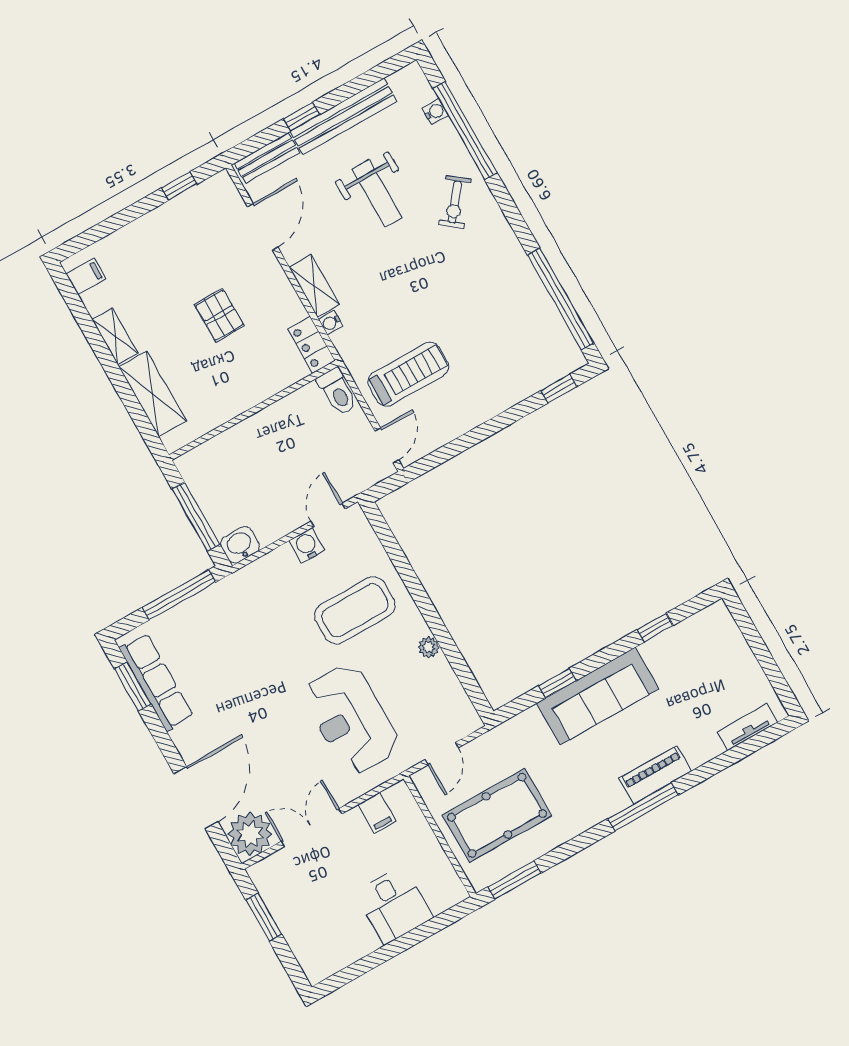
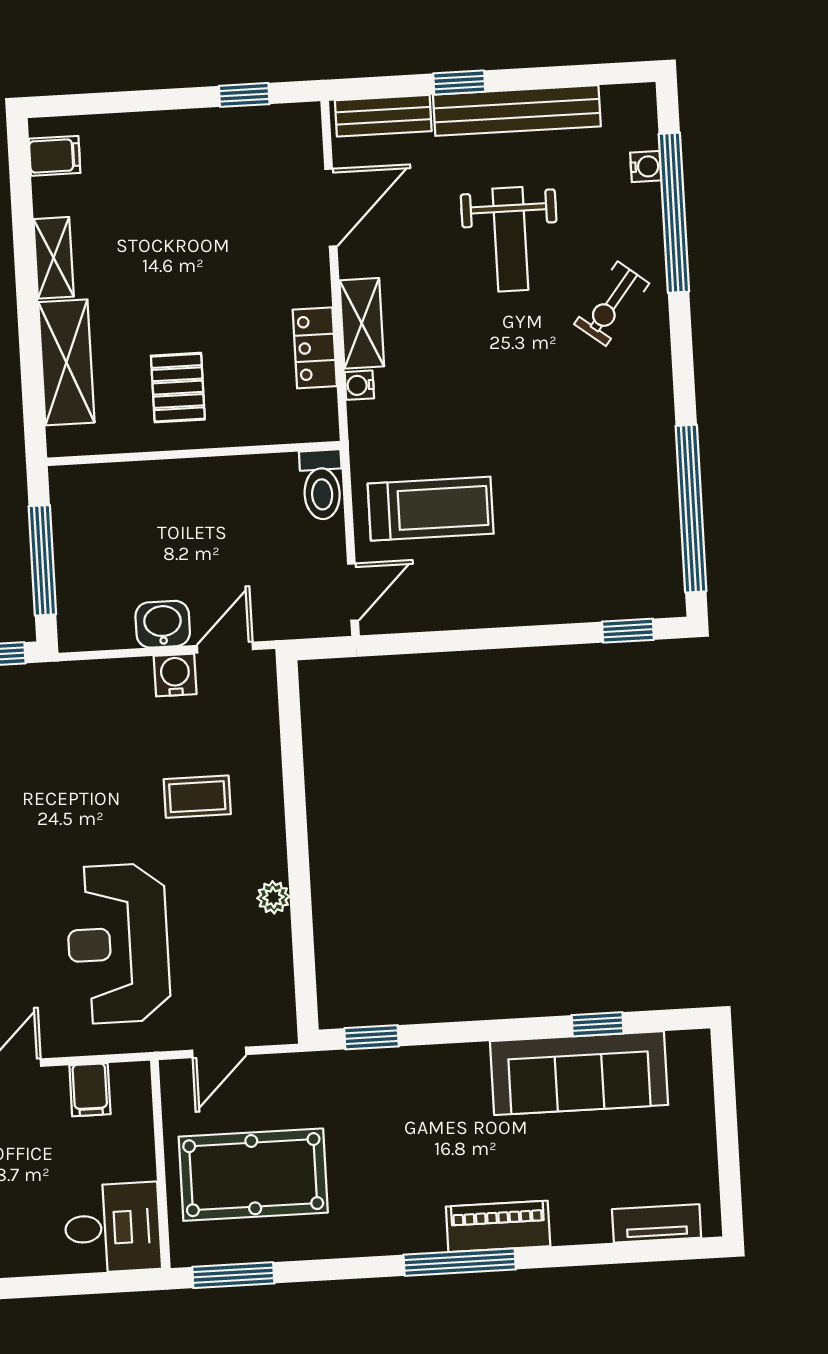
pallet: (219, 315) -> (178, 388), moved
locker: (311, 345) -> (315, 348), moved
washbasin: (240, 545) -> (163, 624), moved
coffee table: (355, 610) -> (197, 797), width x0.54, depth x0.58
window: (557, 683) -> (372, 1037), moved
sofa: (598, 696) -> (579, 1073), moved
desk: (394, 905) -> (113, 1228), moved, turned -90

